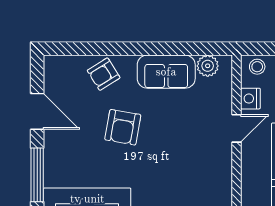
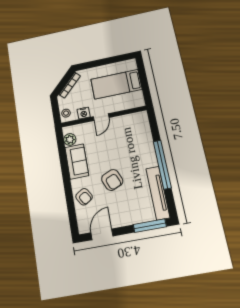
door: (37, 111) -> (102, 234), moved
armchair: (123, 127) -> (112, 180), turned 57
door: (237, 128) -> (101, 117), swing flipped

